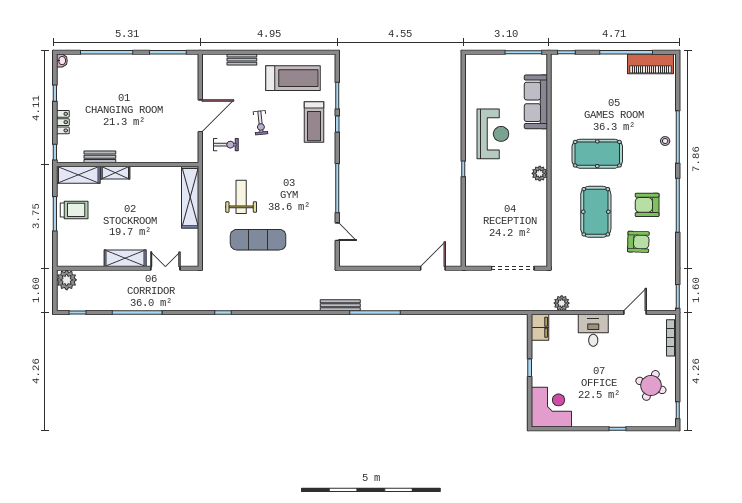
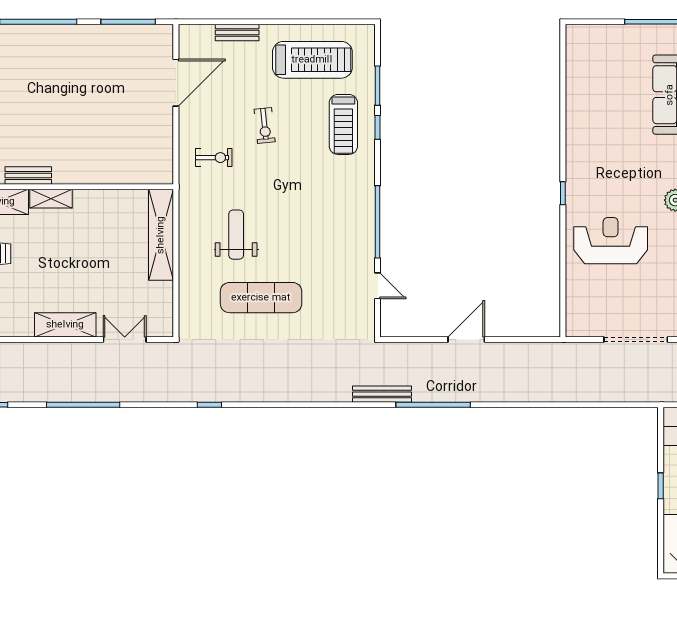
door: (200, 116) -> (176, 83), moved
reception desk: (493, 134) -> (611, 241), moved, turned -90
door: (433, 268) -> (466, 340), moved

